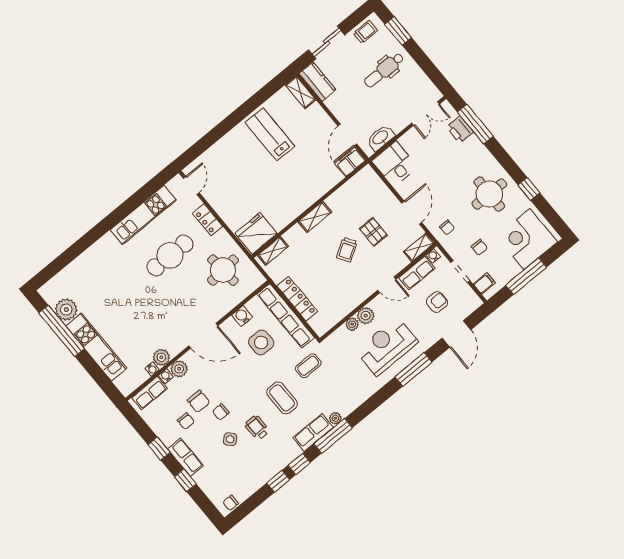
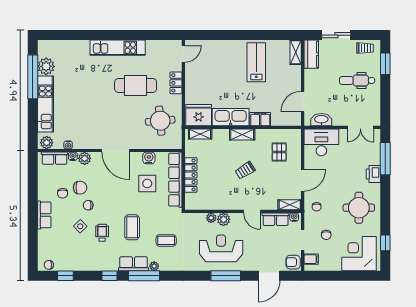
printer: (460, 130) -> (373, 174), moved
filing cabinet: (350, 162) -> (260, 119), moved
desk: (395, 164) -> (321, 142), width x1.37
window: (529, 189) -> (385, 243), moved
kitchen sink: (289, 209) -> (231, 117), added
kitchen unit: (143, 215) -> (118, 48), moved
pallet: (373, 232) -> (279, 152), moved
window: (526, 276) -> (340, 276), removed
armchair: (437, 302) -> (293, 262), moved, turned 180
plant: (161, 357) -> (47, 143), moved
coffee table: (308, 366) -> (166, 240), moved
chair: (198, 401) -> (80, 188), turned -90
window: (159, 449) -> (33, 196), removed
window: (185, 480) -> (33, 229), removed
window: (278, 481) -> (65, 276), moved

